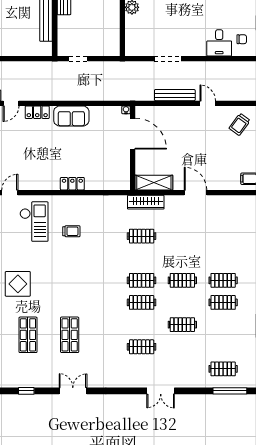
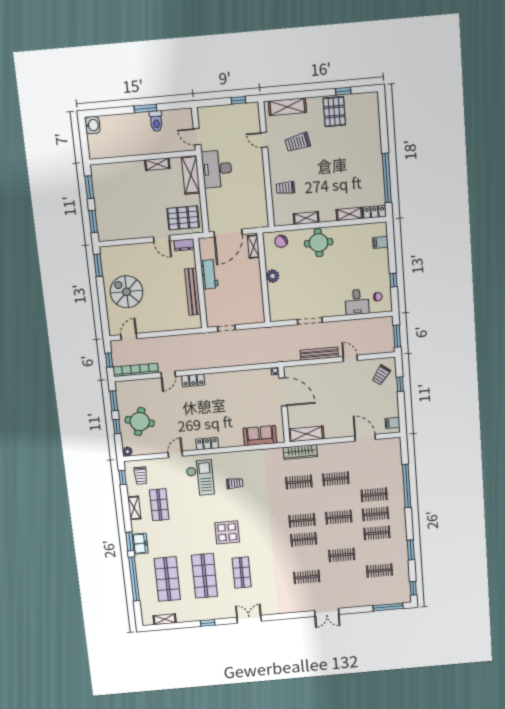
sofa: (71, 116) -> (260, 436), moved, turned 180
locker: (72, 184) -> (207, 444), moved
door: (196, 193) -> (365, 438), moved
clothes rail: (182, 236) -> (336, 479), added
clothes rail: (223, 258) -> (374, 495), added
display table: (18, 284) -> (227, 532), moved
shop shelf: (28, 335) -> (204, 576), width x1.43, depth x1.36
clothes rail: (223, 369) -> (379, 571), moved

